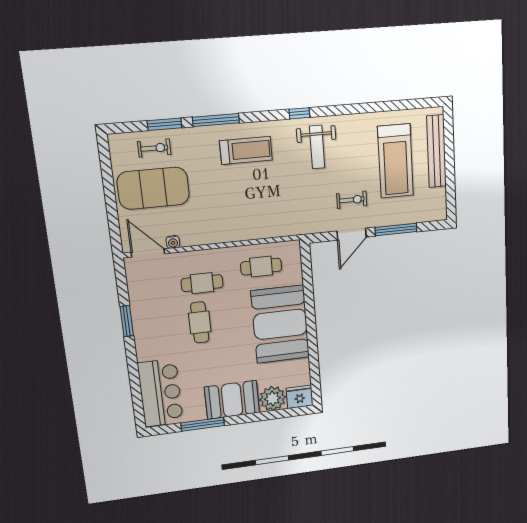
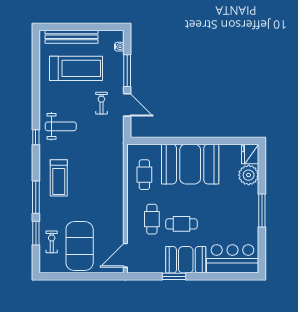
treadmill: (246, 150) -> (59, 178), turned 180
water cooler: (173, 242) -> (119, 47), moved
booth: (232, 400) -> (186, 260), moved, turned 90
window: (203, 424) -> (262, 210), moved

